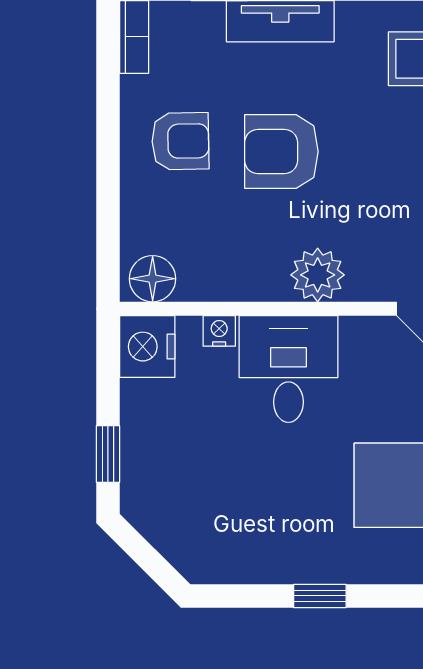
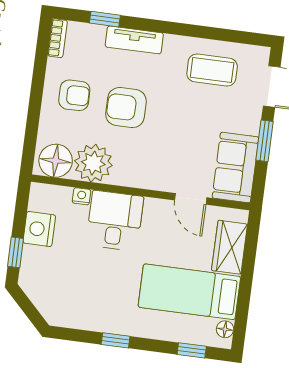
plant: (318, 275) -> (93, 163), moved, width x1.36, depth x1.36
floor lamp: (153, 279) -> (56, 161), width x1.38, depth x1.38
nightstand: (147, 347) -> (39, 229), moved

